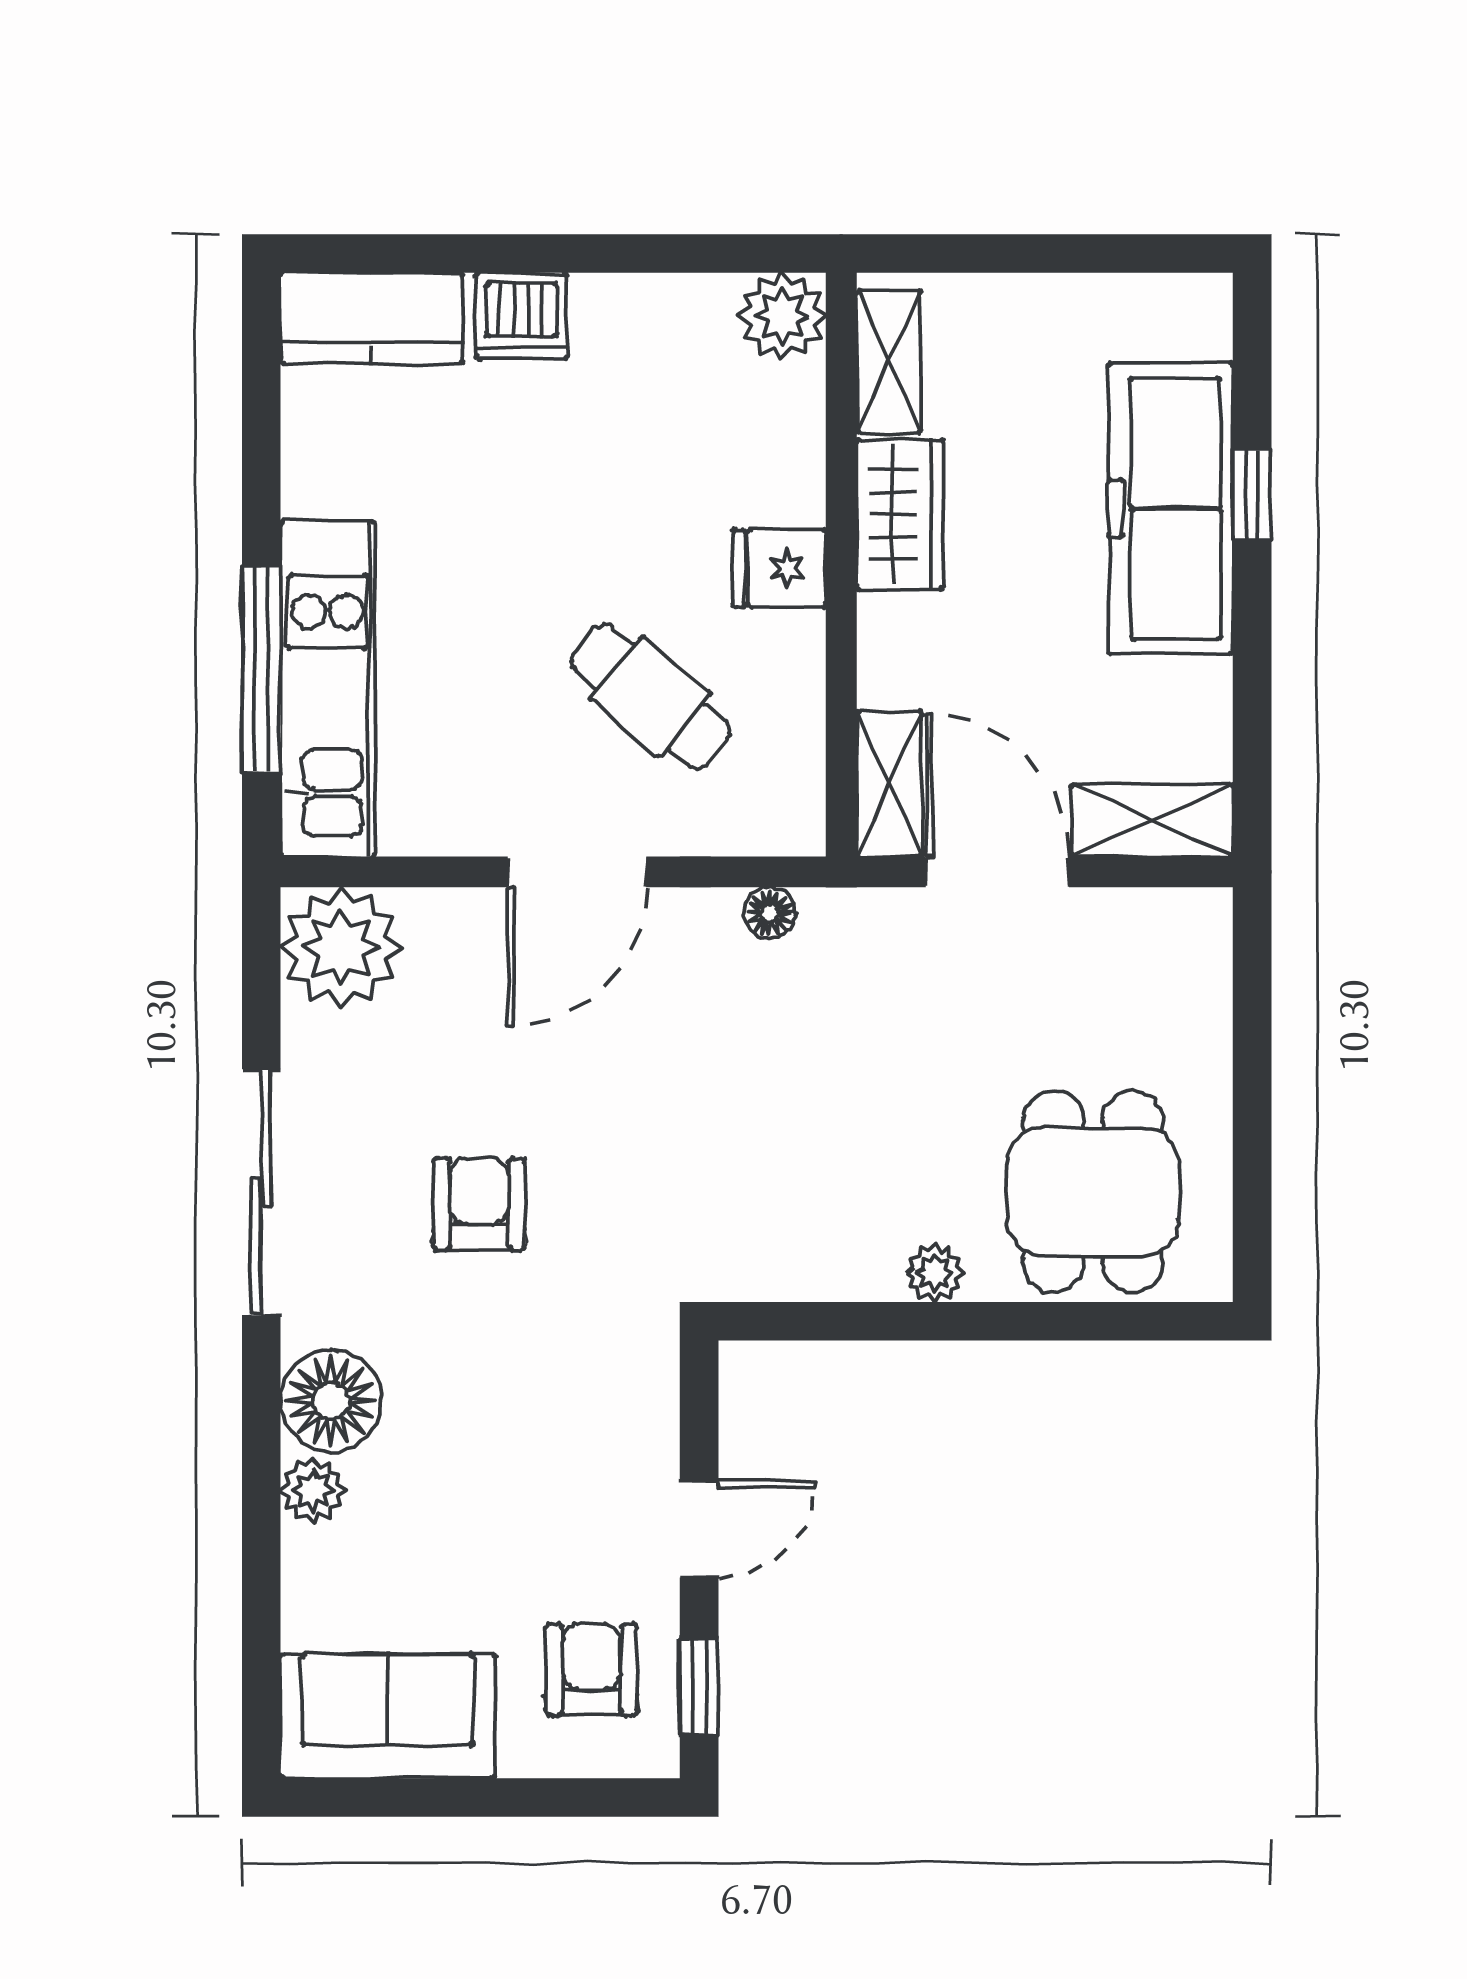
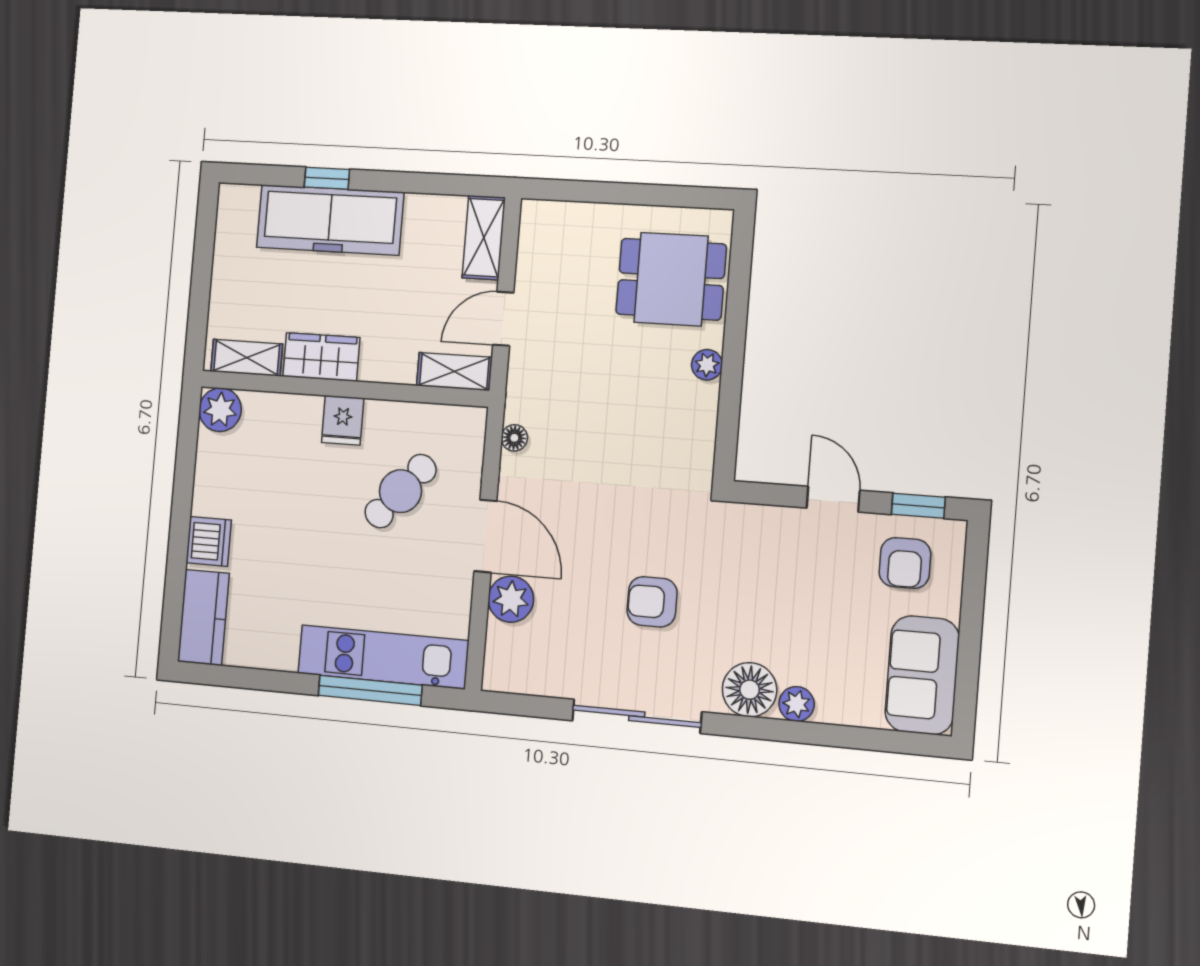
door: (997, 872) -> (503, 319), width x0.73
plant: (341, 948) -> (511, 599), moved, width x0.73, depth x0.73
armchair: (591, 1670) -> (905, 563), turned -90

